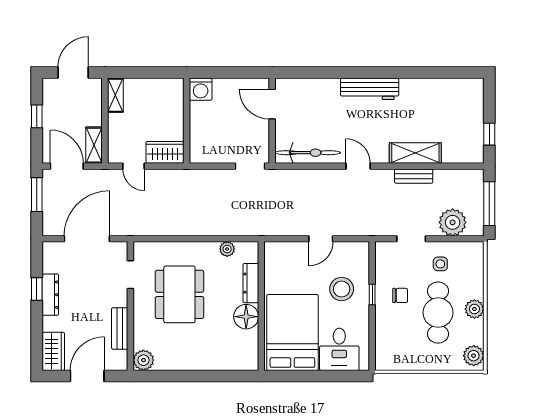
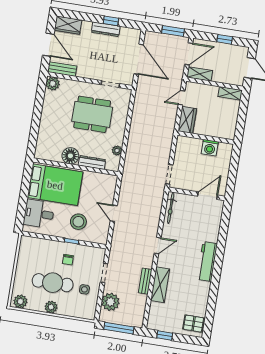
washing machine: (201, 89) -> (210, 148), moved, turned -90
pallet: (465, 94) -> (194, 324), added
bicycle: (308, 153) -> (171, 208), width x0.73, depth x0.71
bench: (120, 328) -> (62, 69), moved

